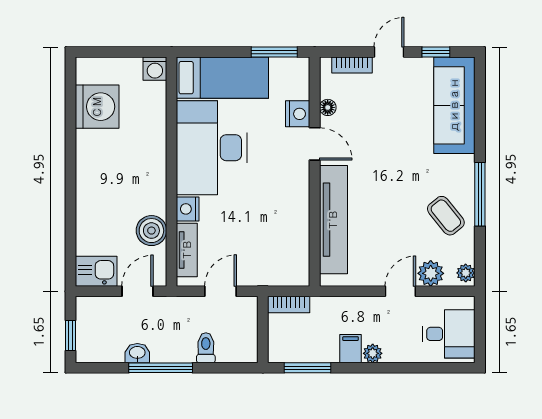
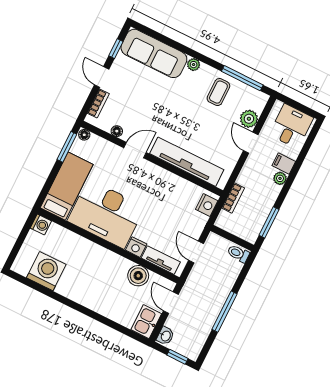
floor lamp: (302, 67) -> (84, 135), added
nightstand: (298, 114) -> (207, 205), moved, turned 90
window: (480, 194) -> (242, 78), moved
coffee table: (446, 216) -> (218, 92), turned -51
plant: (466, 273) -> (194, 65), moved
bookcase: (289, 305) -> (233, 198), moved
toilet: (206, 348) -> (238, 254), moved
filing cabinet: (351, 349) -> (284, 163), moved
washbasin: (137, 353) -> (165, 336), moved, turned 180

